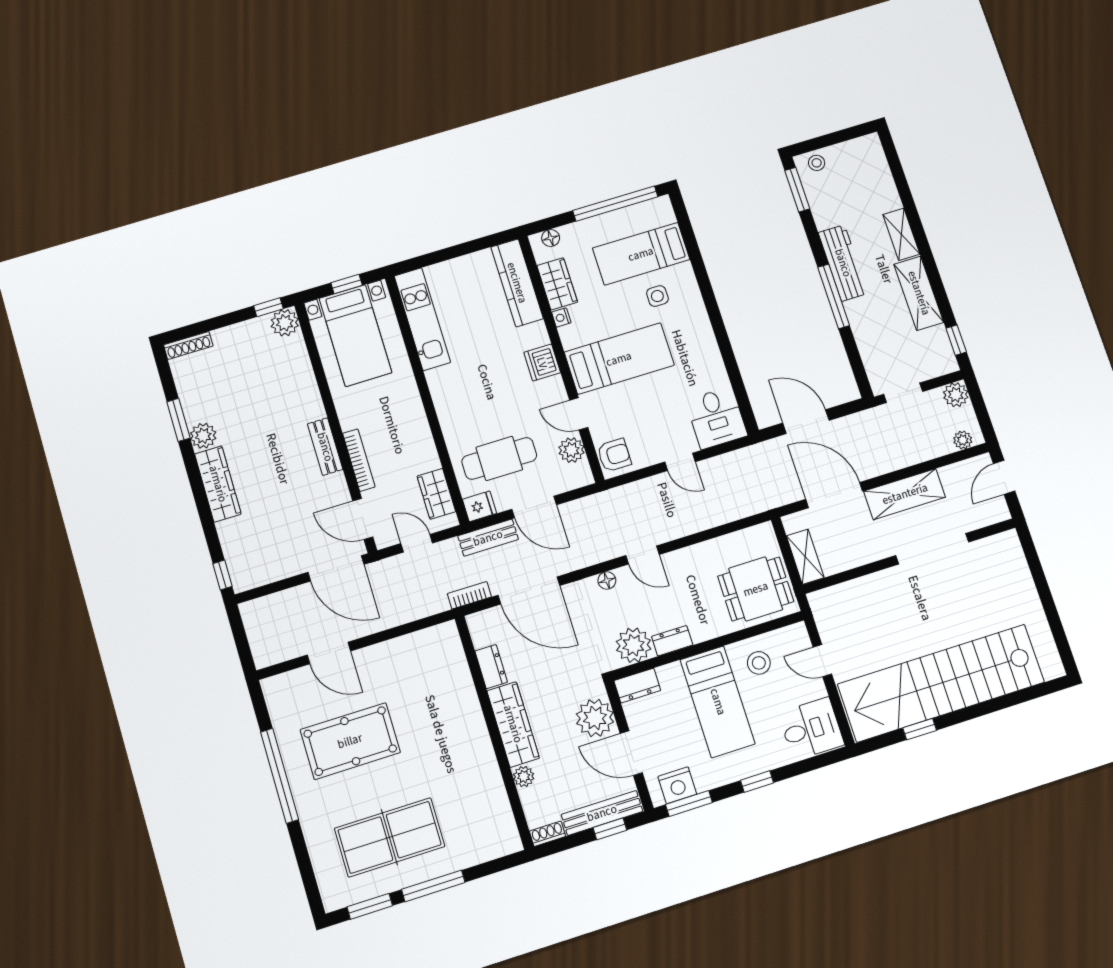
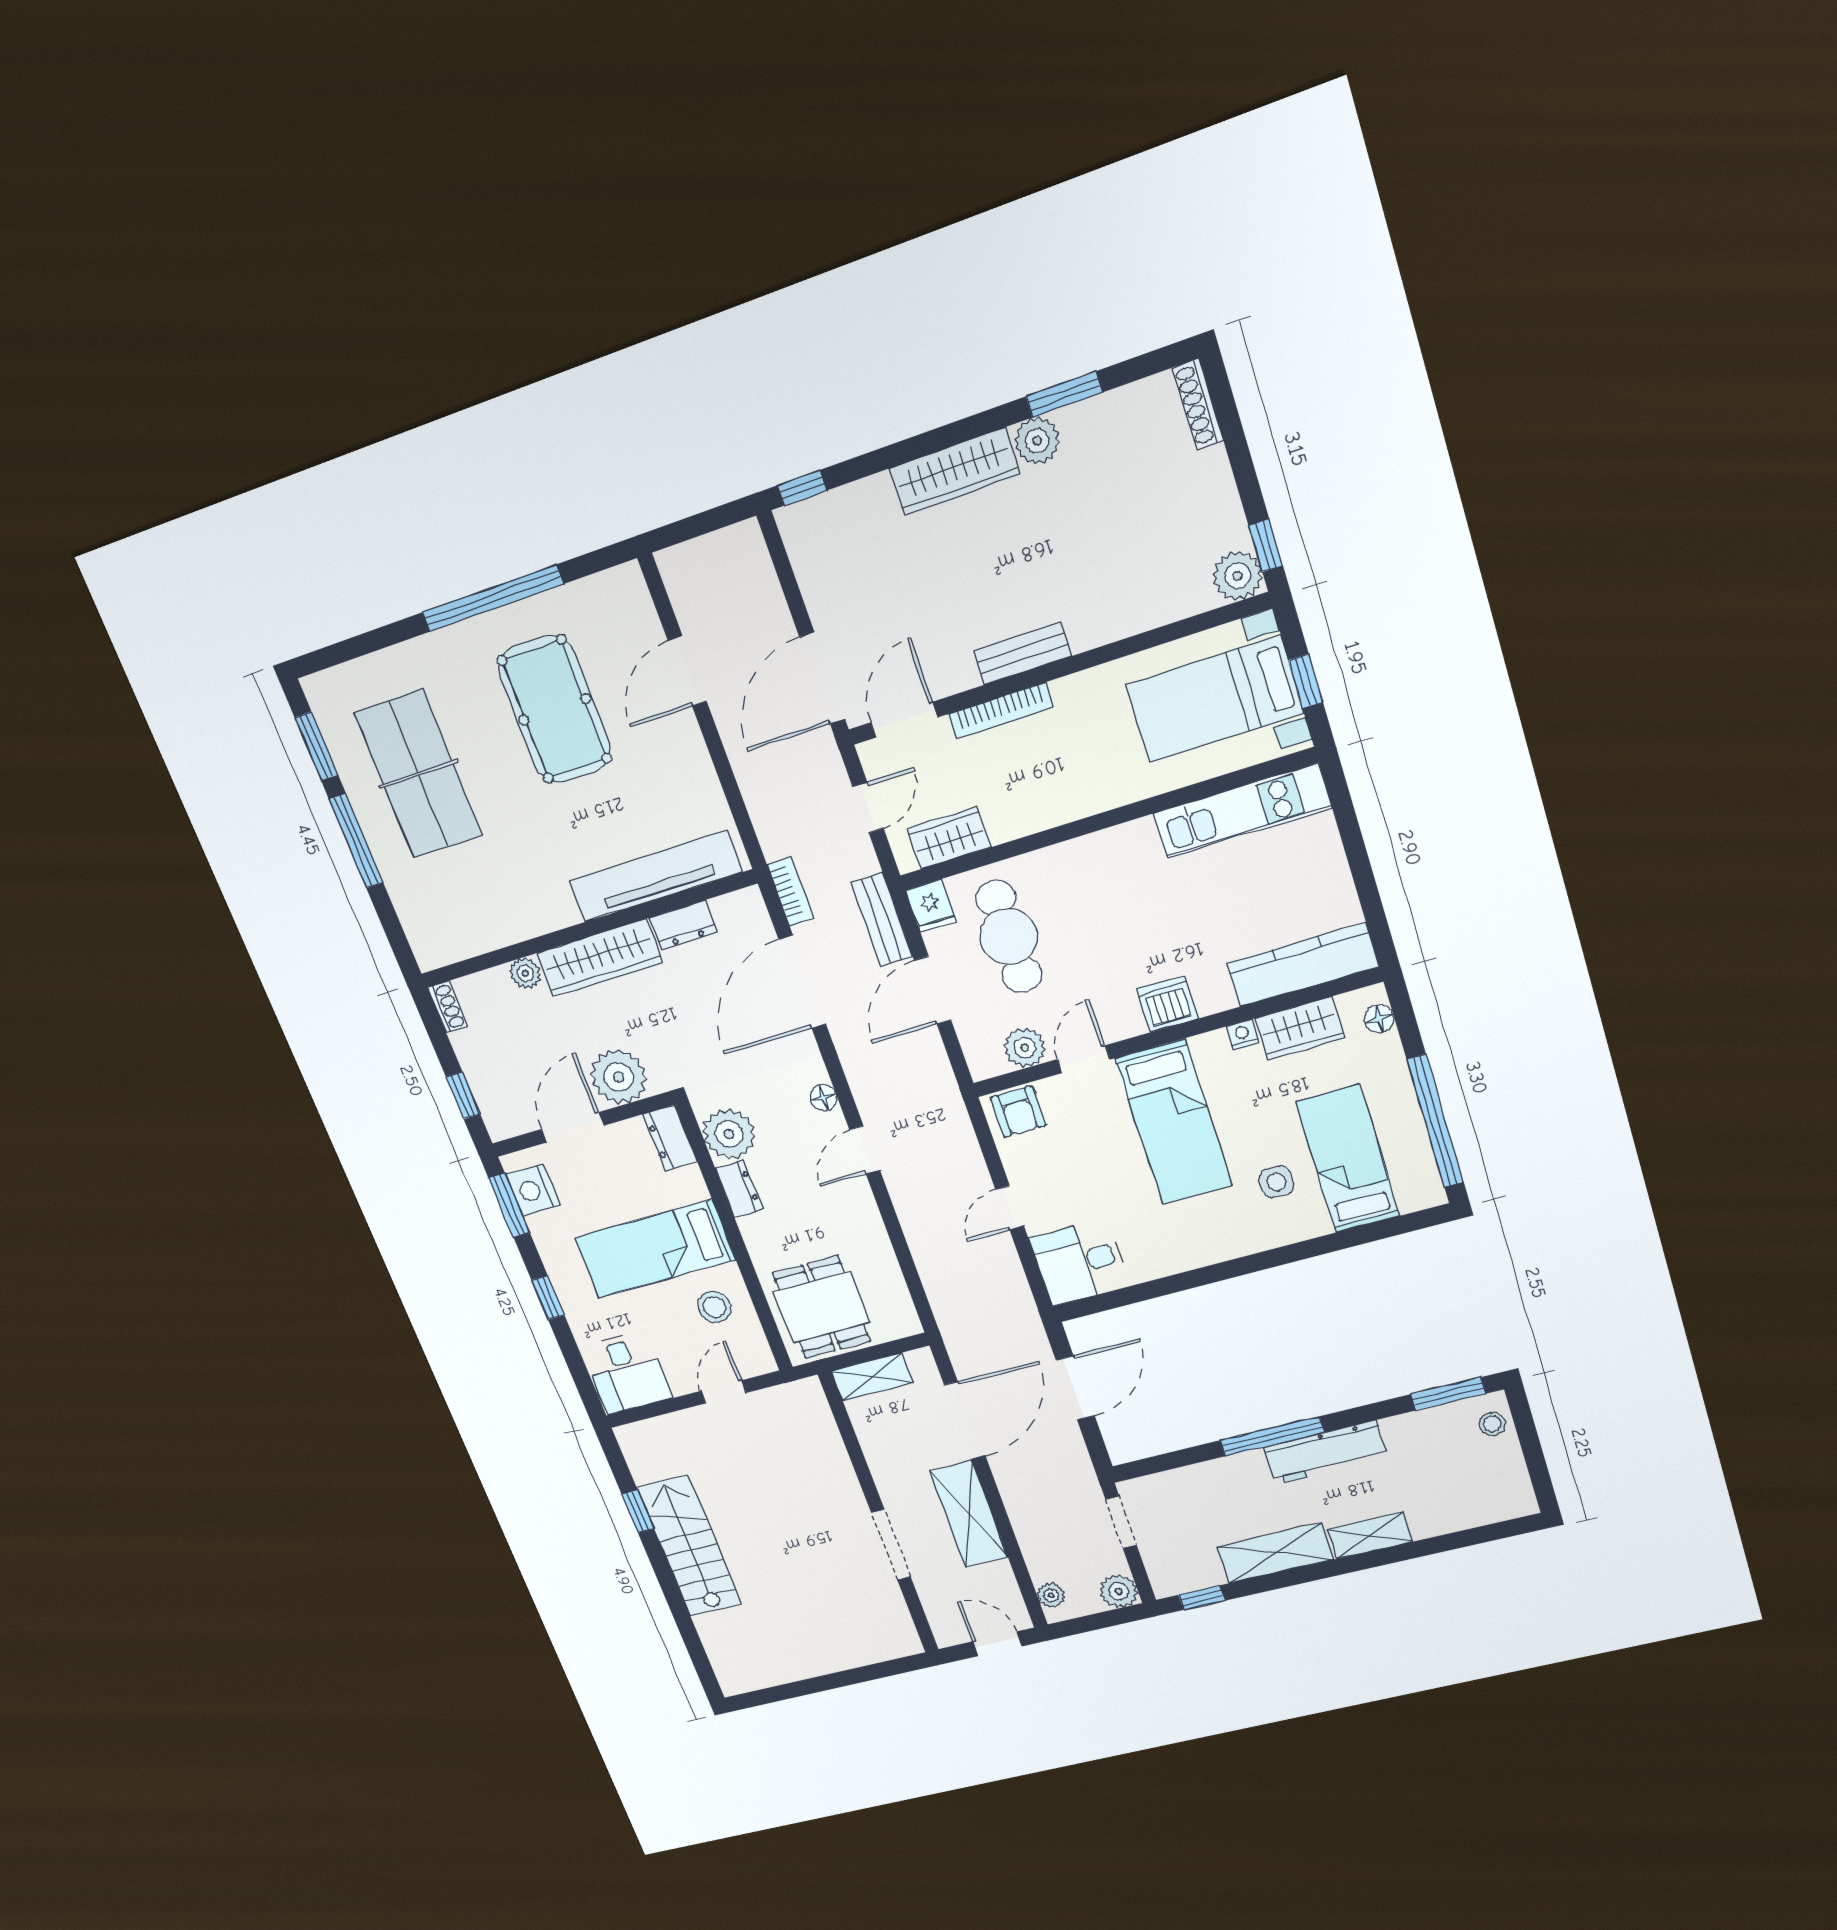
doorway: (932, 549) -> (891, 1545), width x0.73
tv unit: (459, 683) -> (656, 876), added
stairs: (941, 683) -> (689, 1546), width x0.54, depth x0.66
bench: (602, 813) -> (484, 1085), removed

